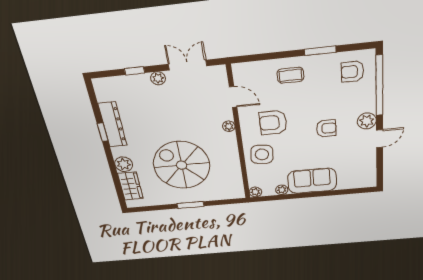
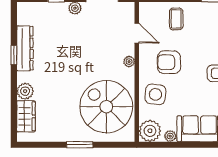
coffee table: (290, 75) -> (176, 19), moved, turned 90
spiral stairs: (182, 165) -> (106, 107), moved
plant: (255, 192) -> (150, 131), width x1.88, depth x1.88

